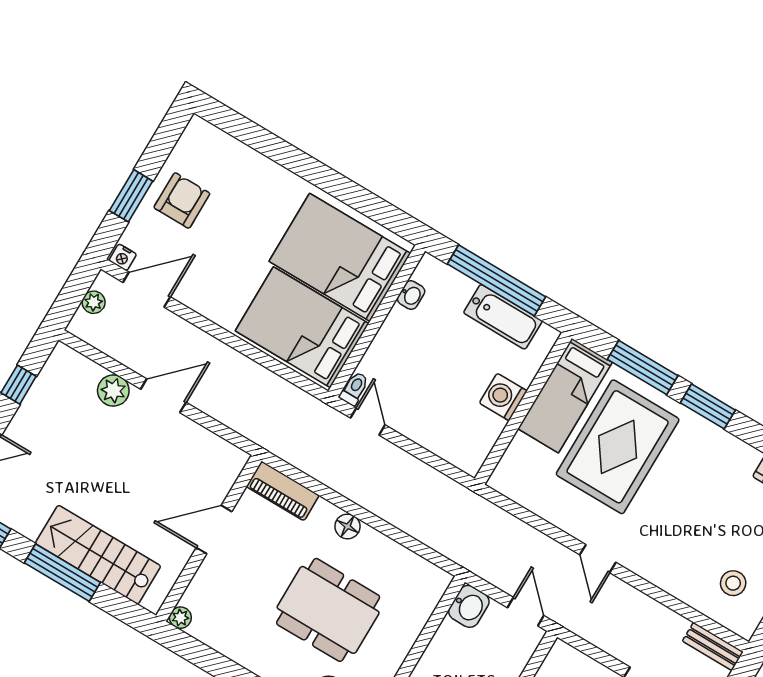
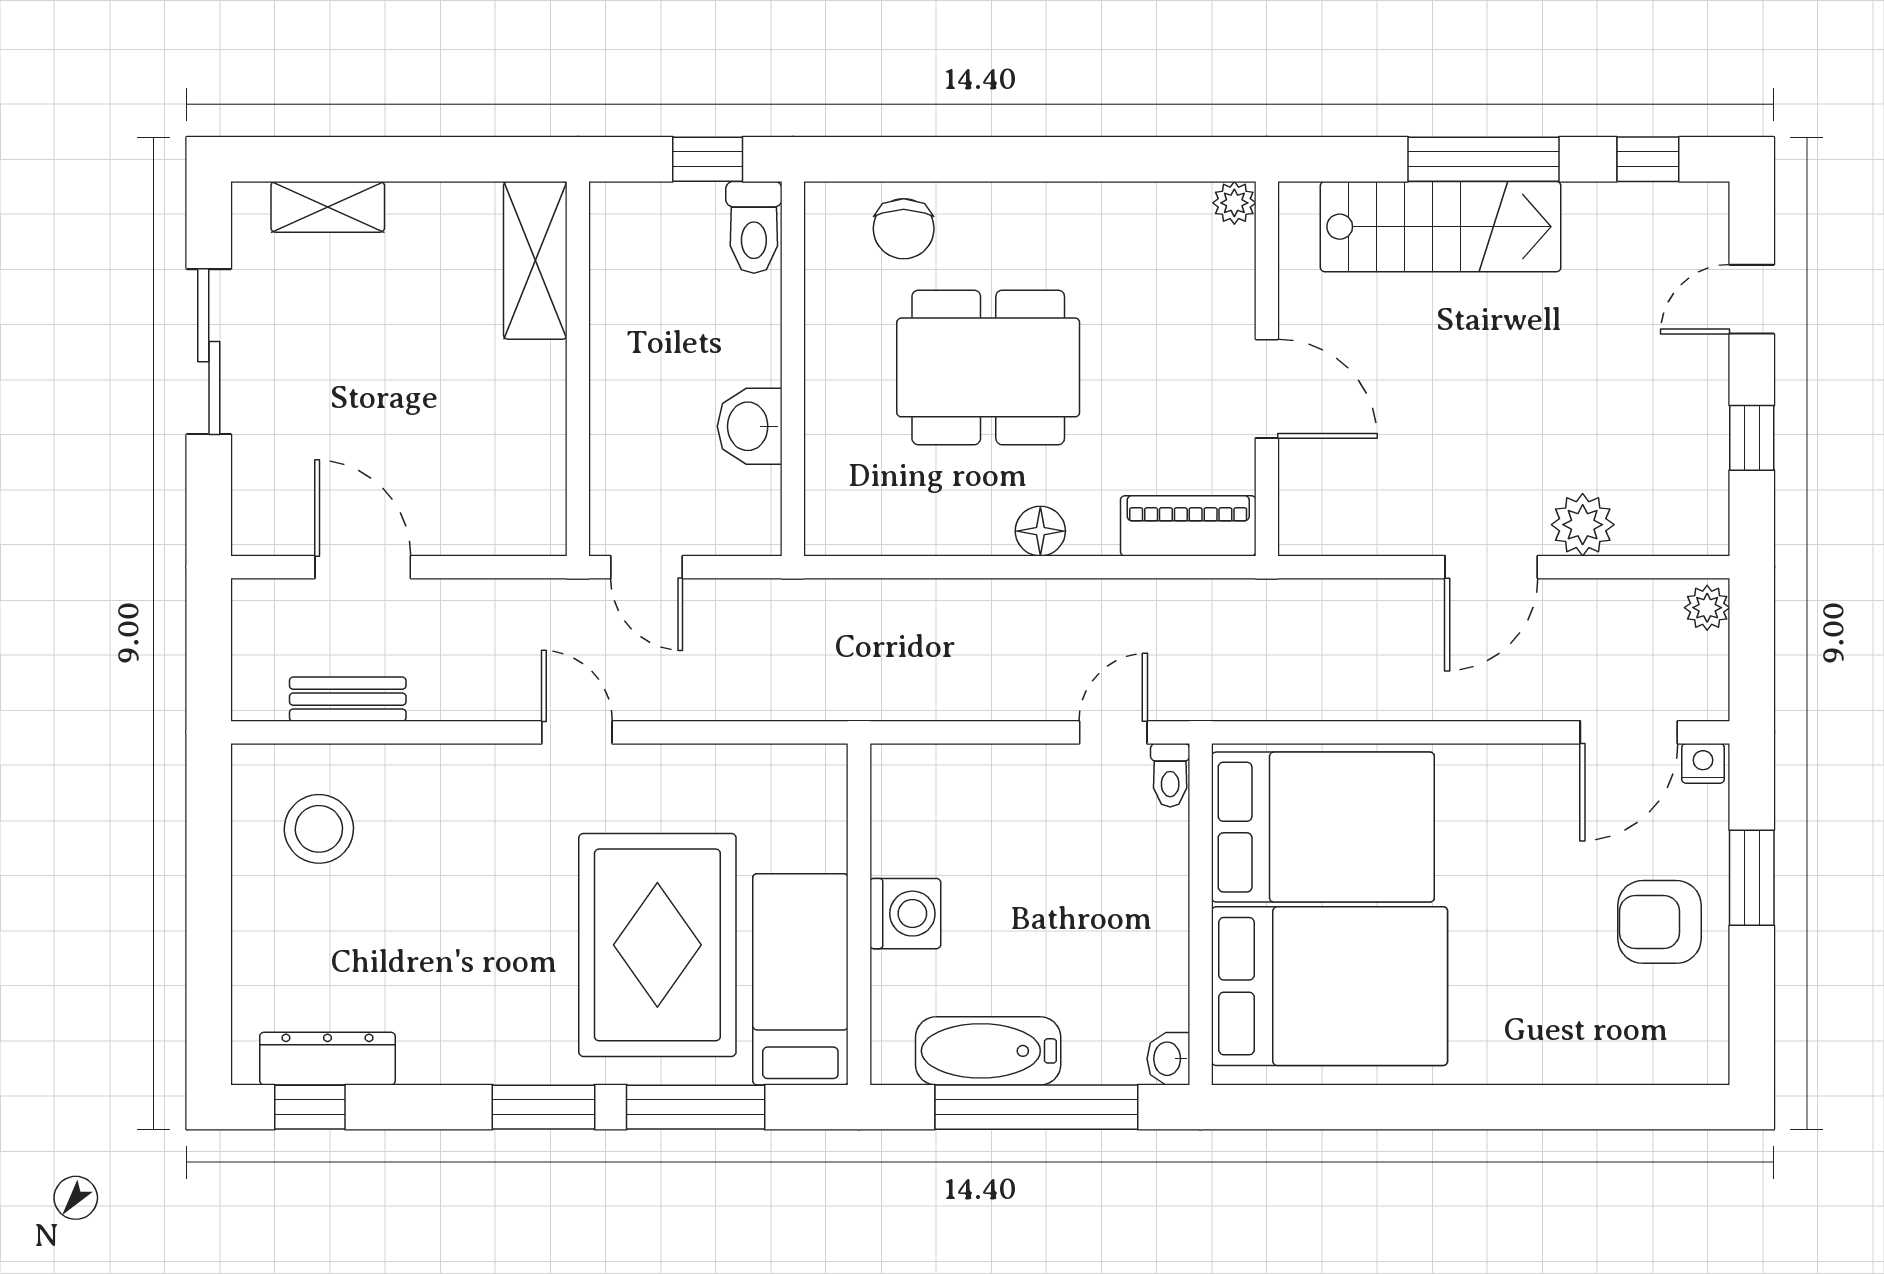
armchair: (182, 200) -> (1659, 922), turned 90
washbasin: (411, 295) -> (1168, 1059), moved
plant: (94, 302) -> (1707, 608), moved
door: (368, 421) -> (1113, 732), swing flipped
door: (214, 530) -> (1267, 389), hinge flipped
stool: (733, 583) -> (319, 829), width x1.38, depth x1.38
washbasin: (469, 606) -> (750, 426), moved
bench: (713, 646) -> (348, 699), moved

